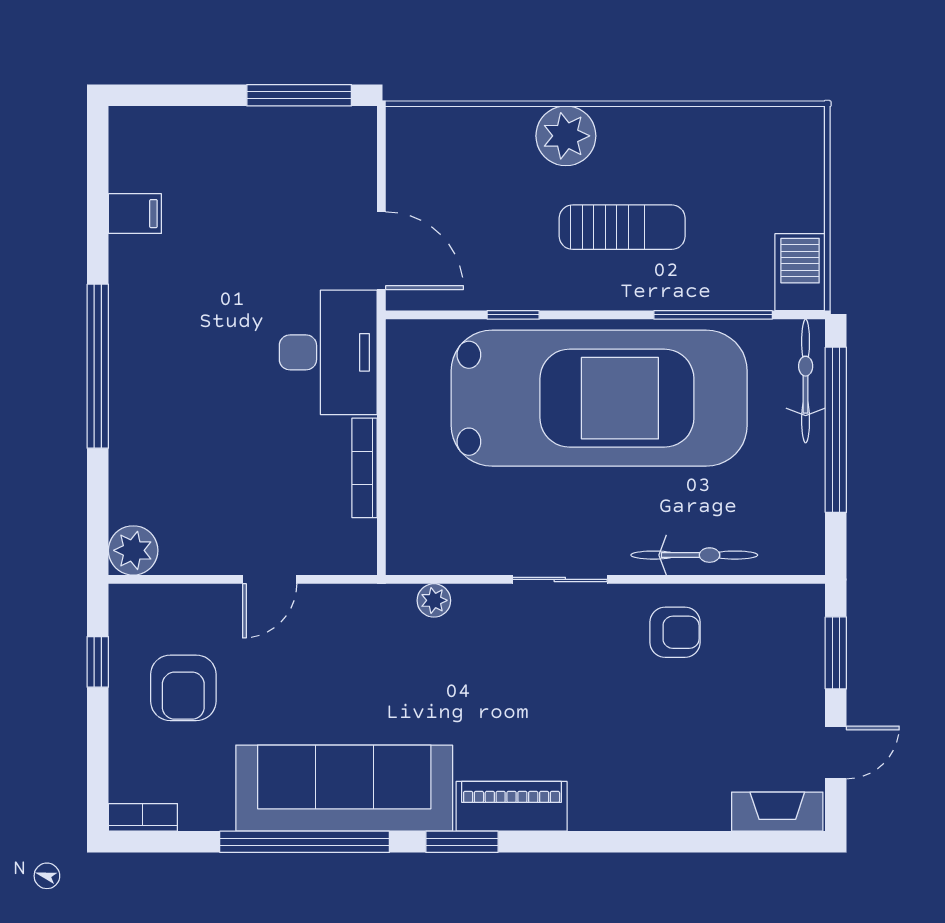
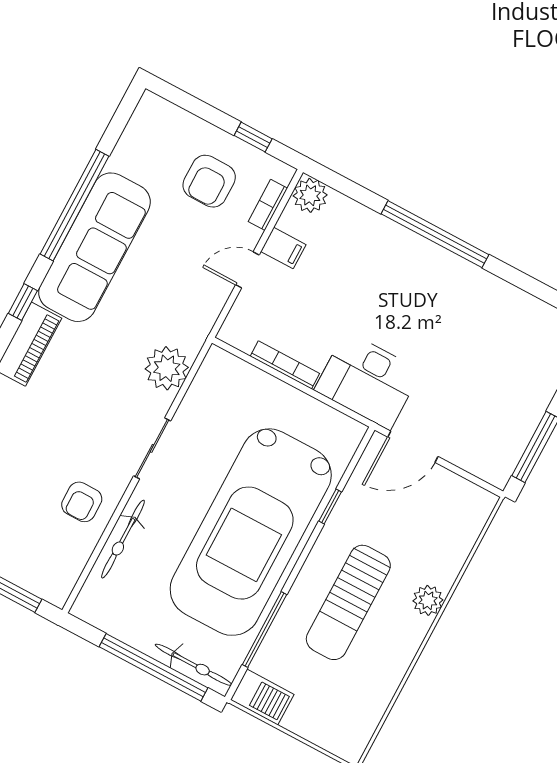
plant: (566, 136) -> (428, 600), width x0.73, depth x0.73
filing cabinet: (135, 214) -> (283, 248), moved, turned -90
sun lounger: (622, 227) -> (348, 602), width x1.36, depth x1.34
door: (270, 579) -> (247, 270), hinge flipped
plant: (434, 600) -> (167, 368), width x1.88, depth x1.88
armchair: (183, 688) -> (209, 181), turned -90
bookcase: (143, 817) -> (268, 205), moved, turned 180
window: (462, 842) -> (23, 302), width x0.67

